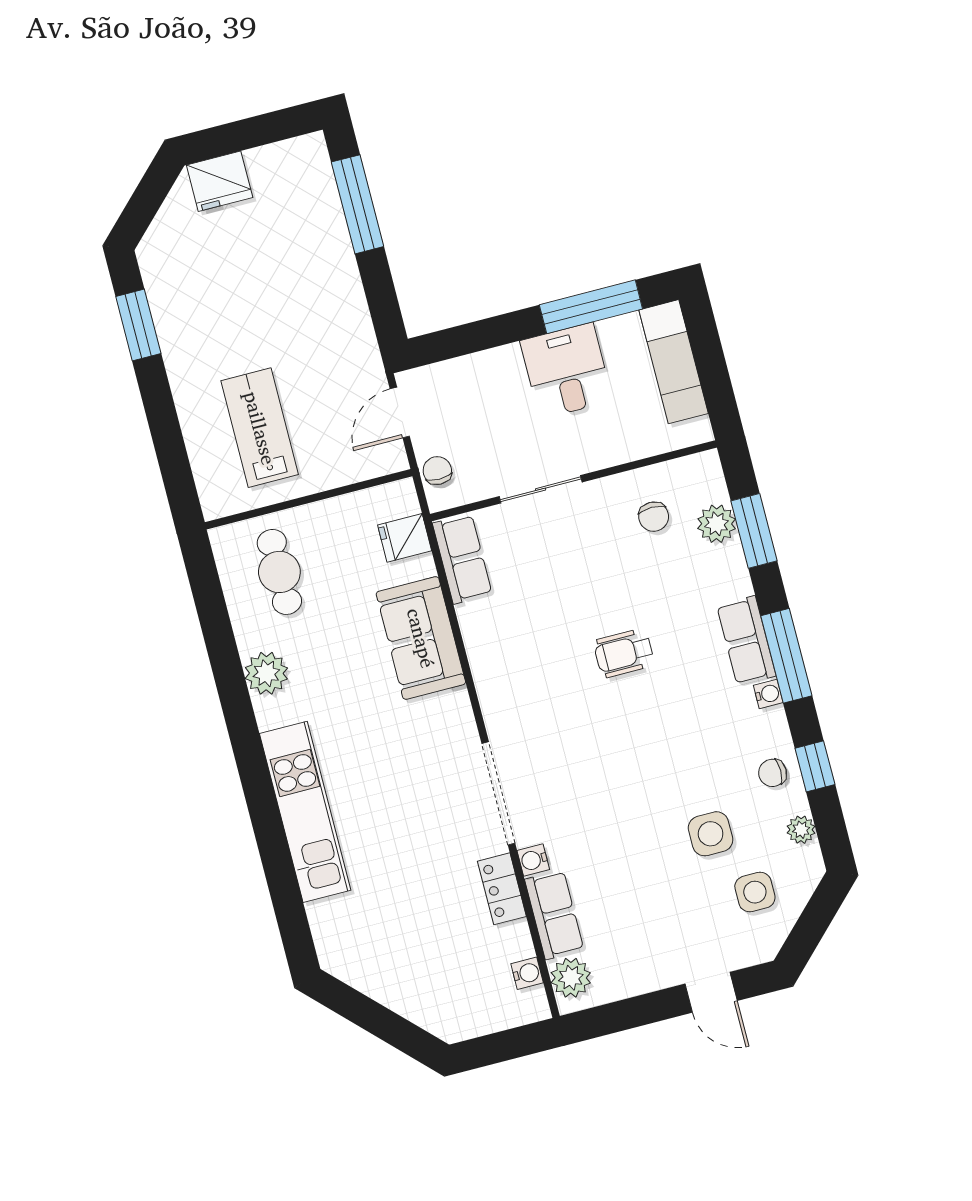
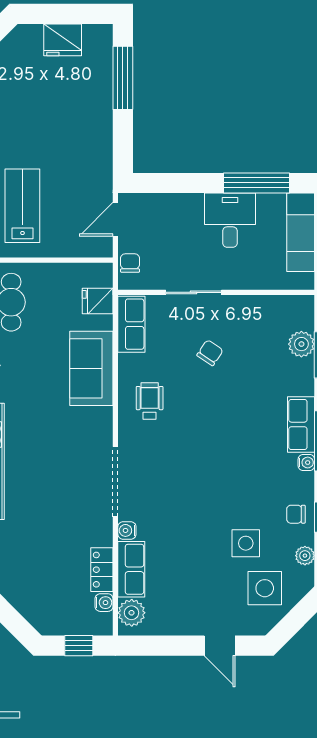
fridge: (220, 181) -> (63, 40), moved
chair: (654, 517) -> (210, 353), moved, turned -146
wheelchair: (624, 653) -> (150, 401), moved, turned 90
locker: (502, 889) -> (102, 570), moved
side table: (755, 892) -> (265, 588), width x1.37, depth x1.37
window: (506, 1045) -> (79, 646), added

